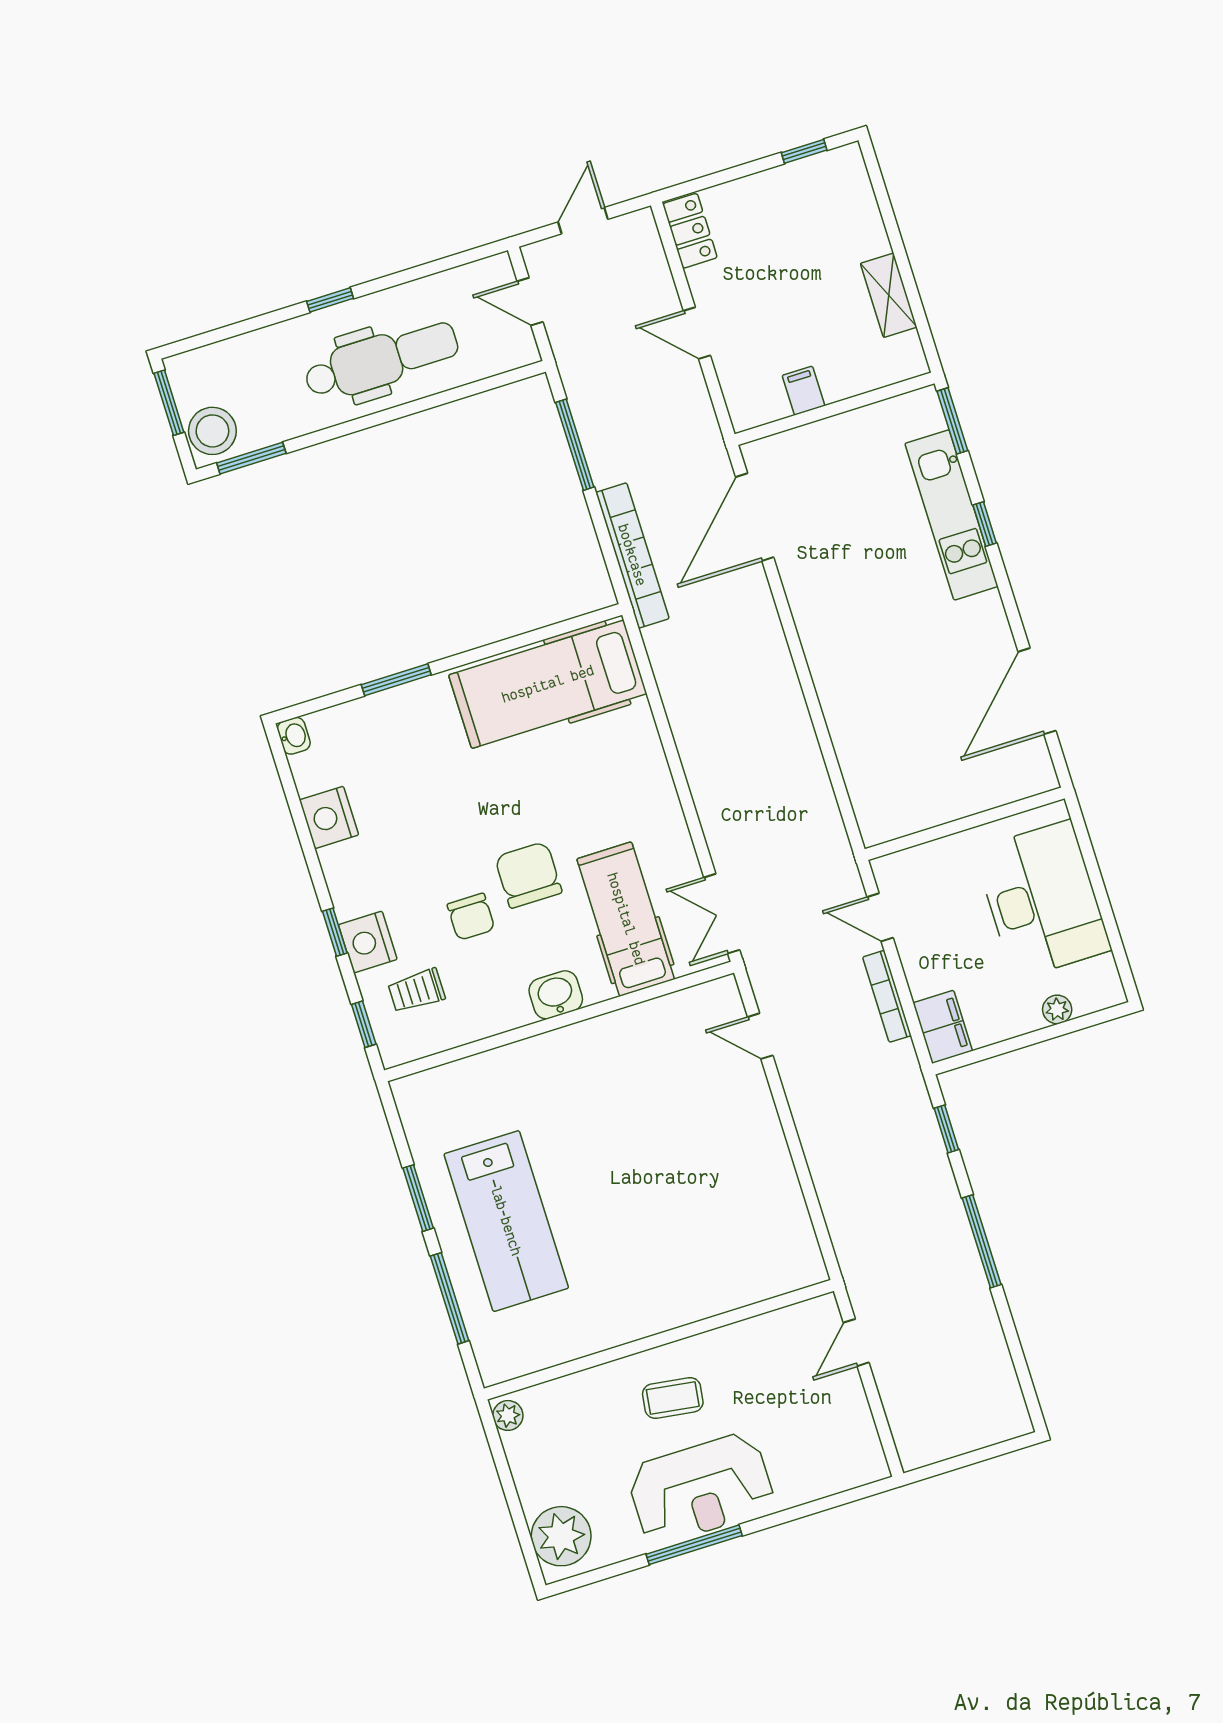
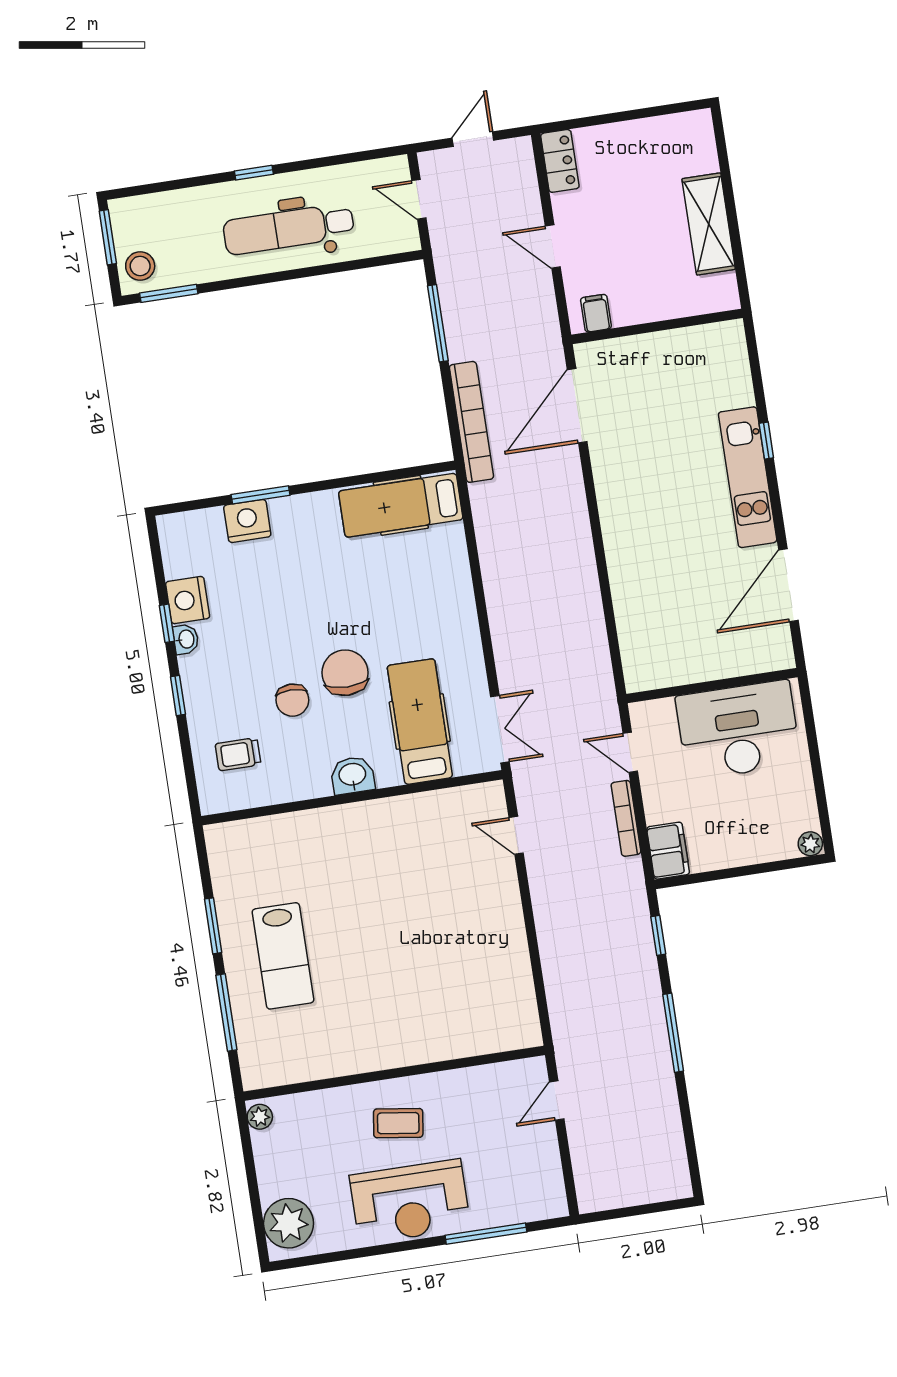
window: (804, 151) -> (664, 110), removed
shelving: (889, 295) -> (709, 224), width x1.50, depth x1.33
dental chair: (381, 360) -> (289, 229), turned 180
filing cabinet: (803, 391) -> (596, 313), moved
window: (952, 421) -> (753, 351), removed
stool: (212, 431) -> (140, 266), width x0.73, depth x0.73
kitchen unit: (952, 515) -> (748, 477), moved
hospital bed: (548, 684) -> (401, 505), width x0.73, depth x0.78
washbasin: (294, 736) -> (186, 639), moved
desk: (1042, 900) -> (738, 730), moved, turned -90
double door: (722, 914) -> (500, 729), swing flipped
nightstand: (368, 942) -> (247, 521), moved, turned 90
plant: (1057, 1009) -> (810, 844), moved
window: (364, 1024) -> (167, 623), moved
lab bench: (506, 1221) -> (283, 956), width x0.73, depth x0.72
window: (694, 1545) -> (486, 1234), moved

